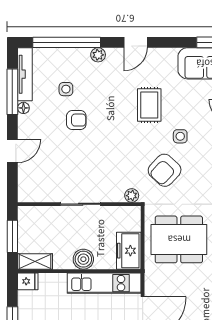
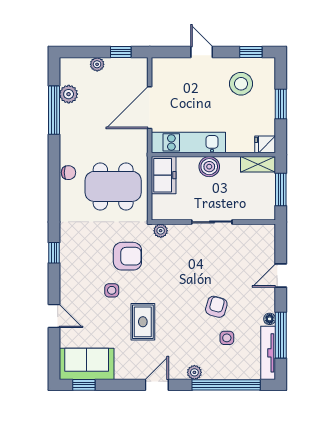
armchair: (76, 120) -> (216, 307), turned 106
armchair: (165, 170) -> (127, 256), turned 47

